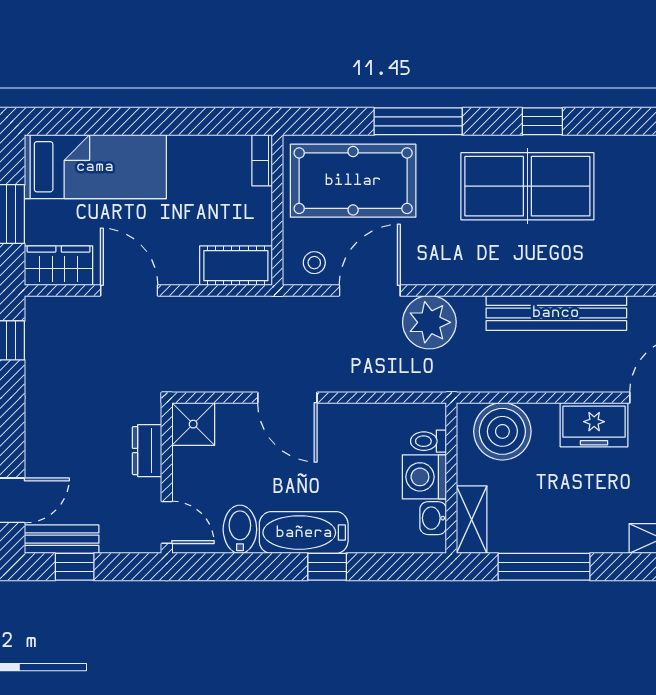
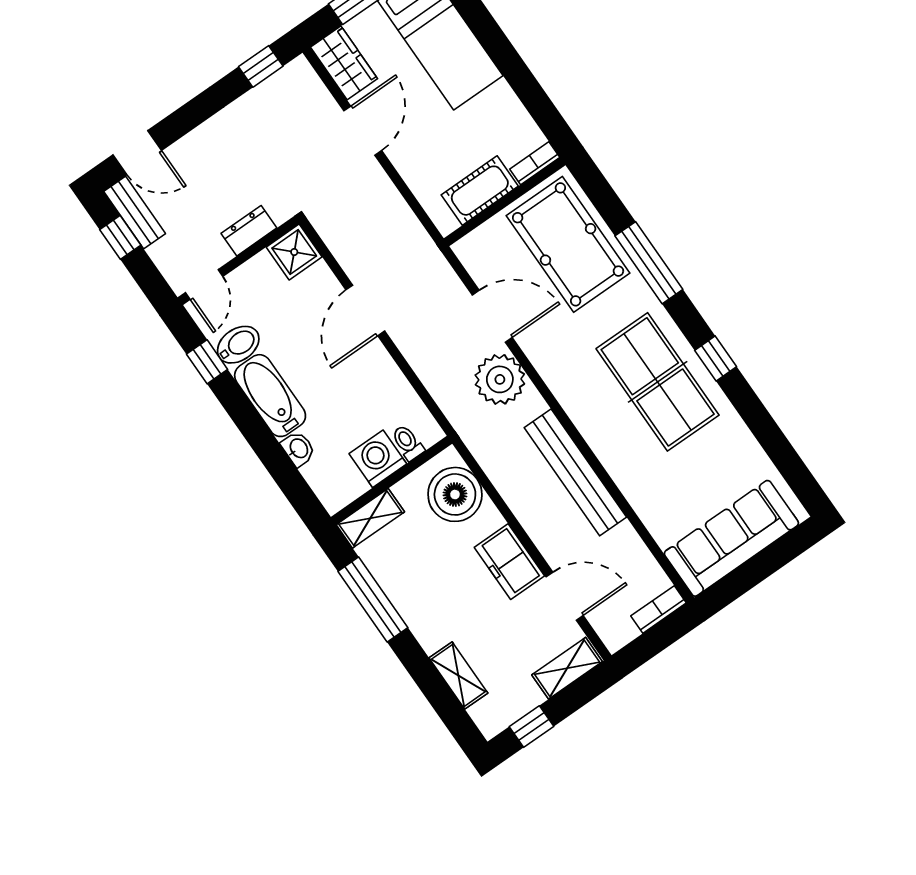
stool: (314, 263) -> (484, 259), removed
cot: (236, 266) -> (480, 191), moved, turned 90
washbasin: (433, 518) -> (298, 449), moved, turned 90
window: (327, 567) -> (207, 362), moved

